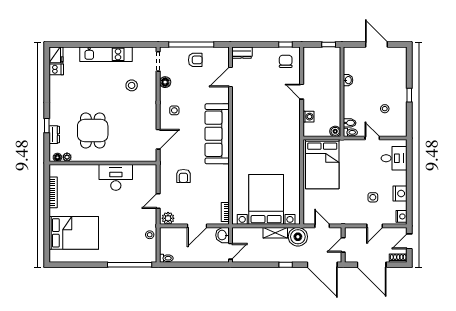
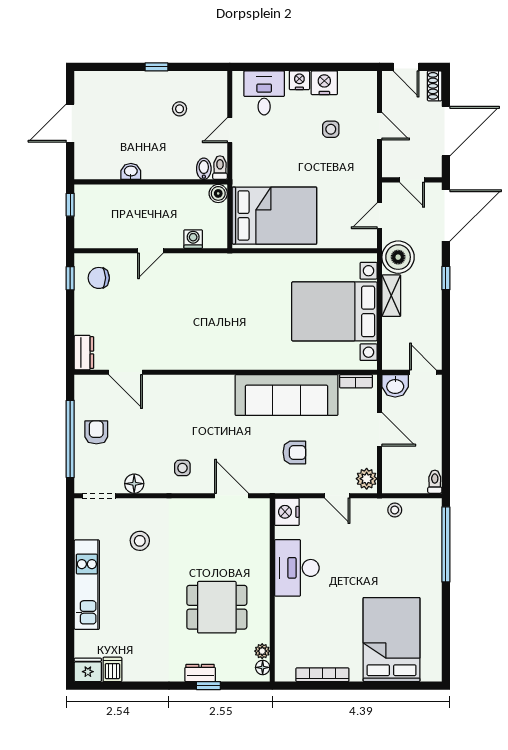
sofa: (217, 134) -> (287, 395), moved
dresser: (54, 135) -> (200, 673), moved
nightstand: (149, 172) -> (287, 512), added
nightstand: (401, 216) -> (299, 80), moved

